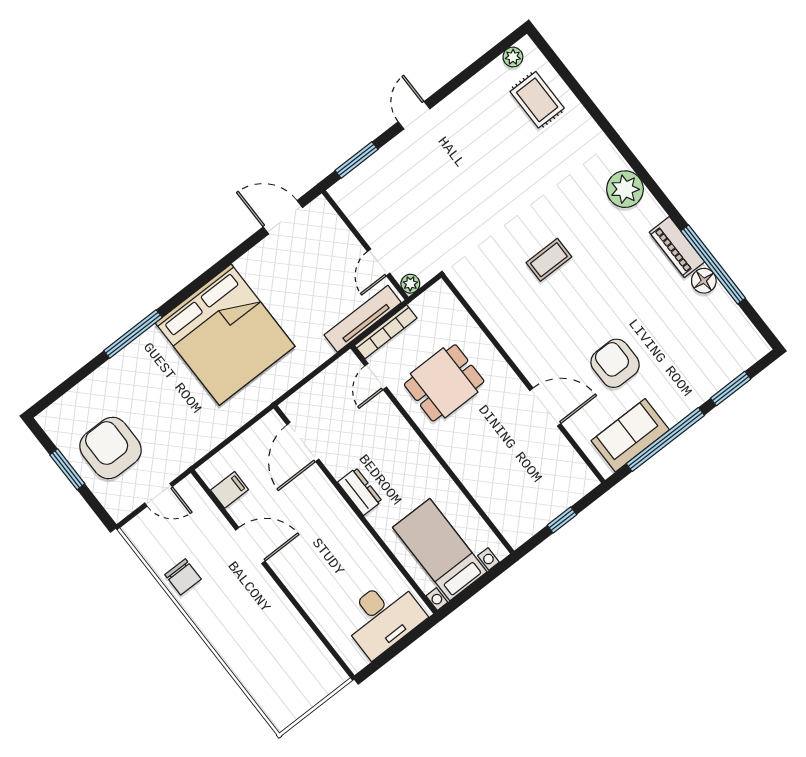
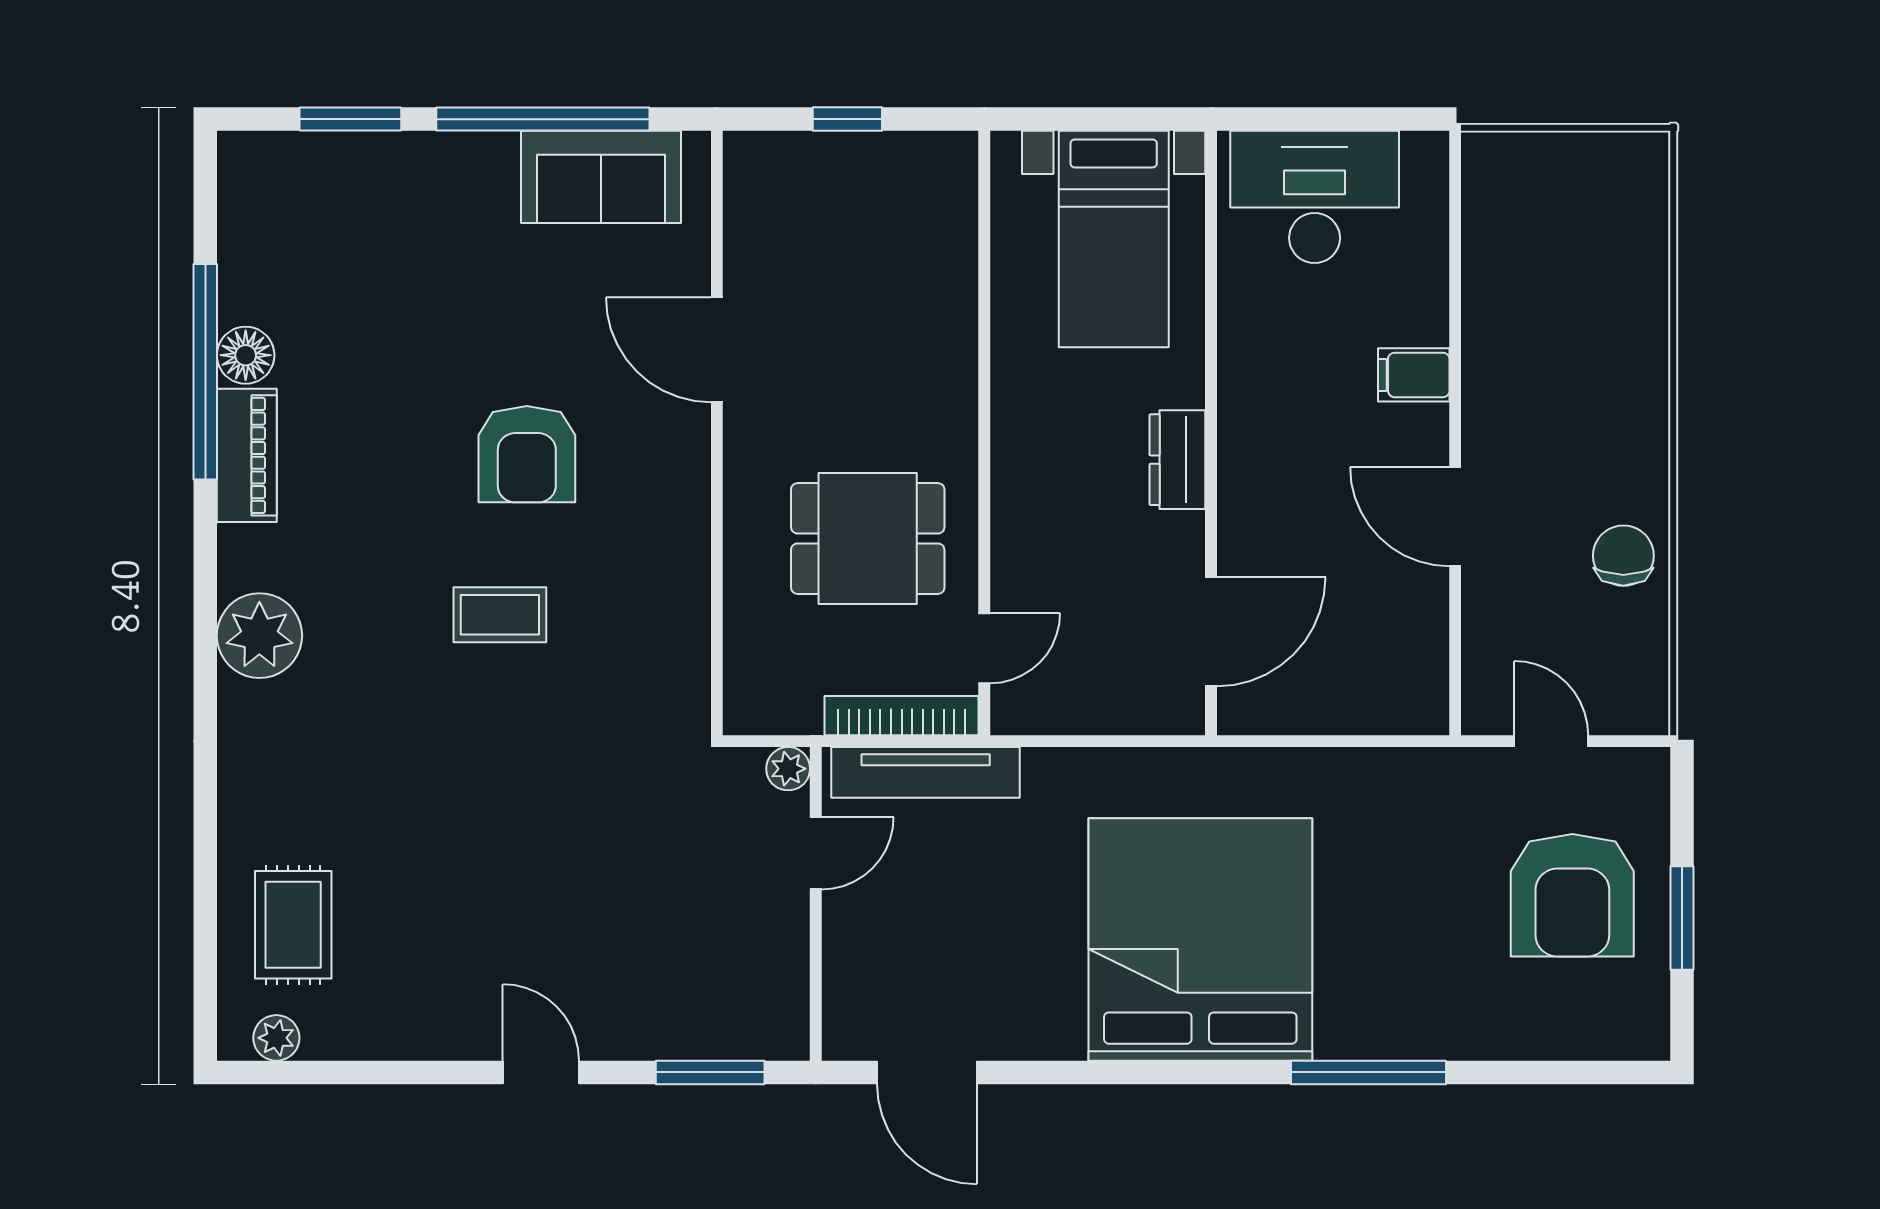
door: (414, 115) -> (541, 1072), swing flipped
armchair: (615, 363) -> (527, 454), moved
filing cabinet: (230, 490) -> (1414, 375), moved

